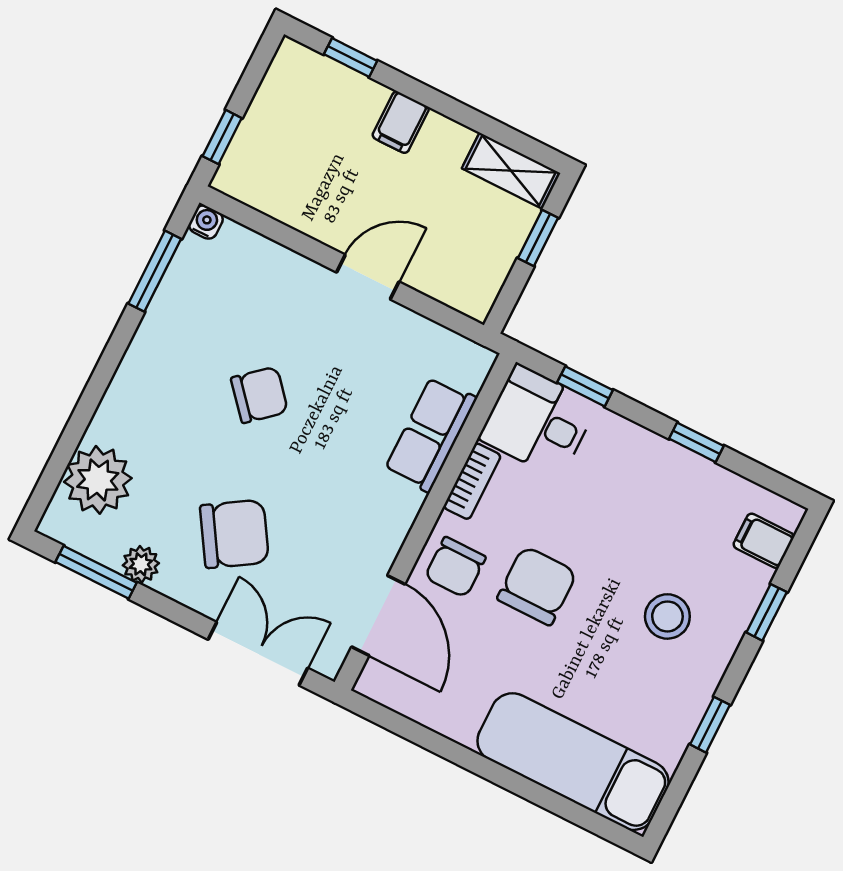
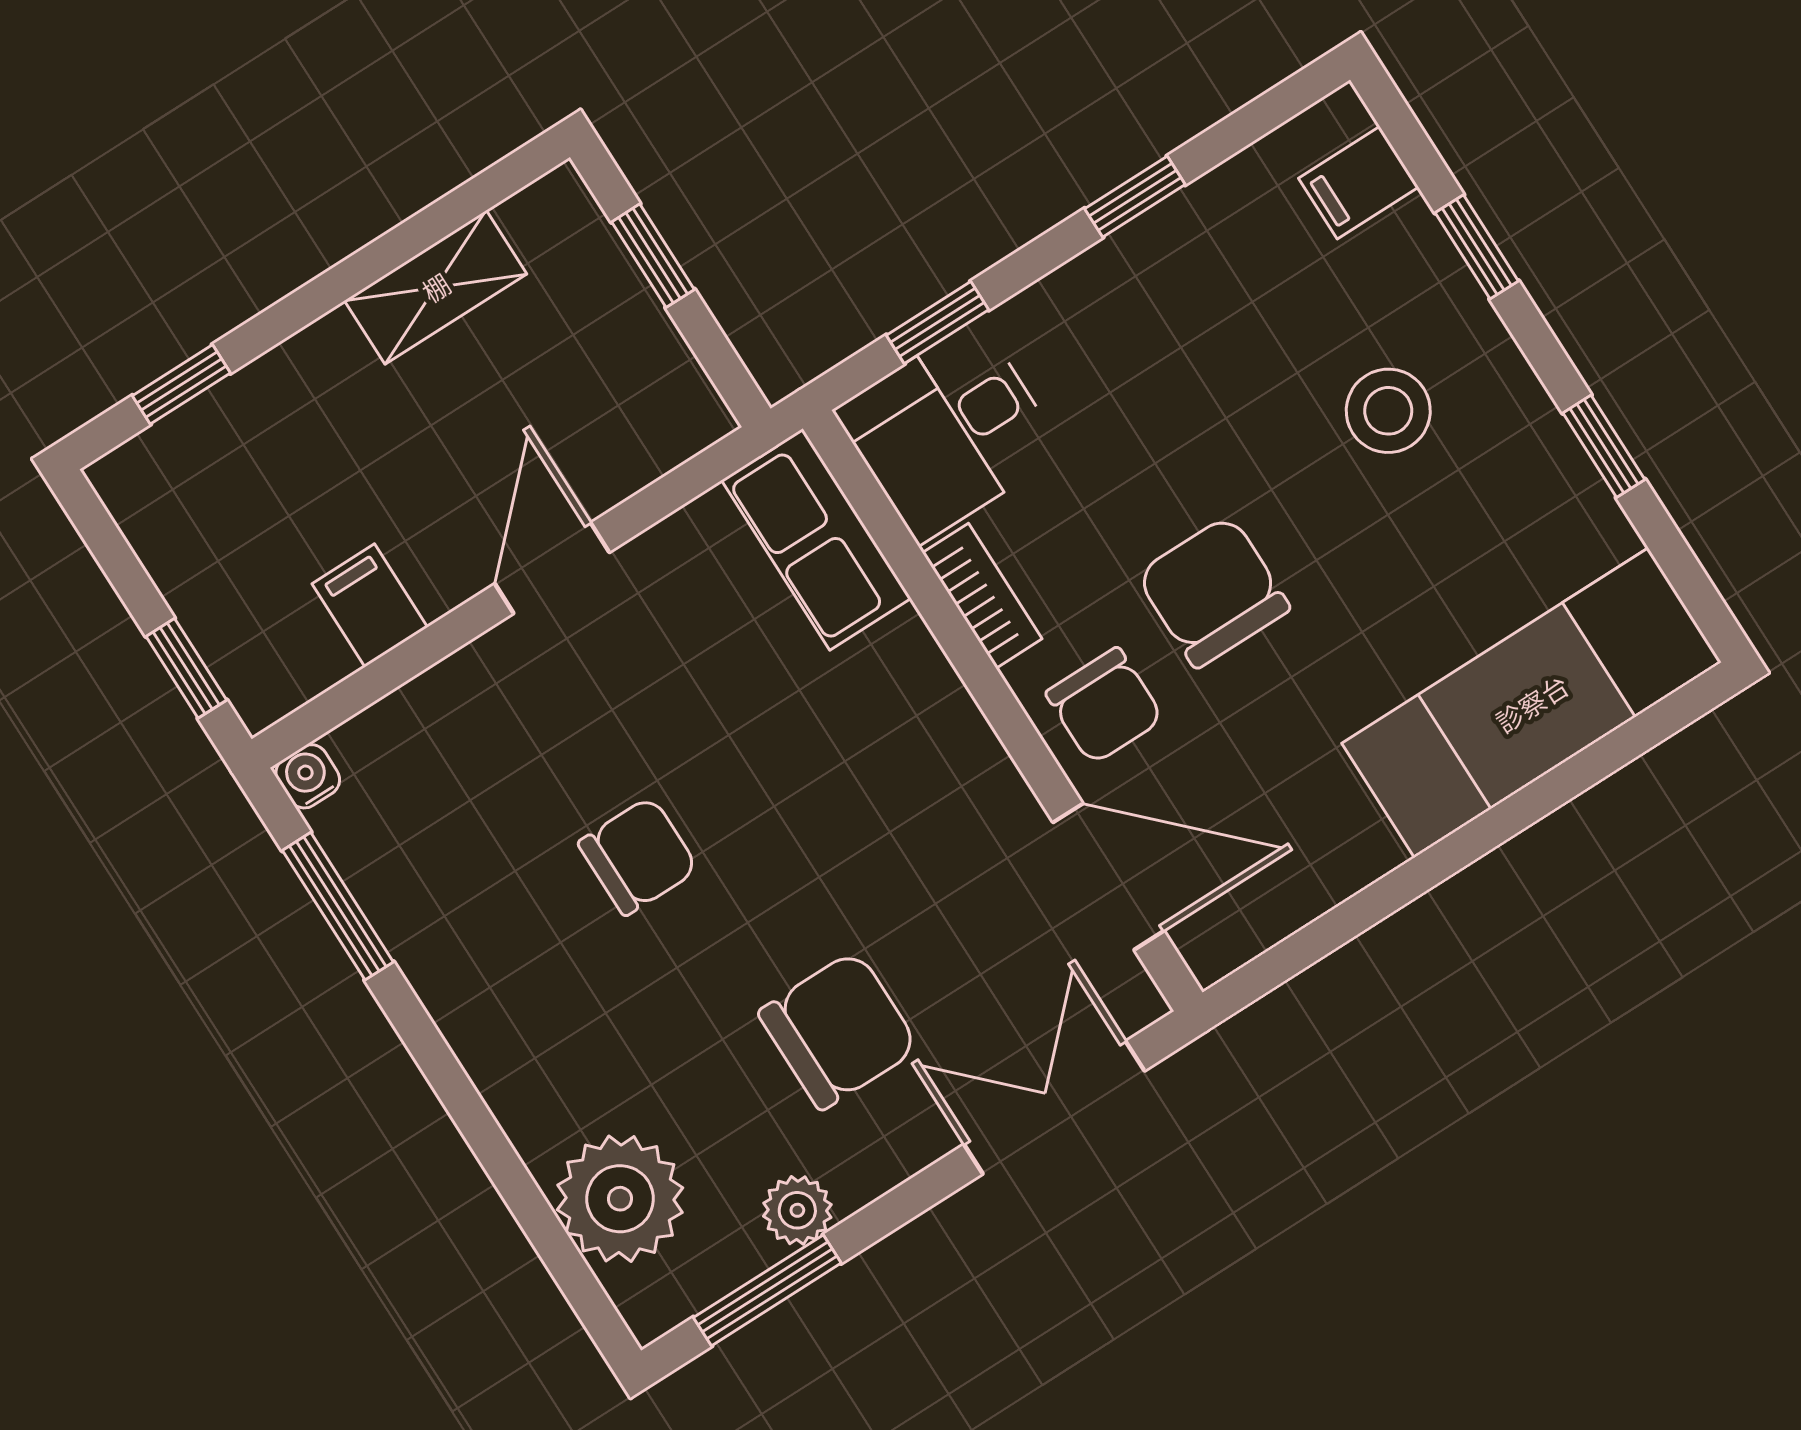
filing cabinet: (401, 122) -> (370, 605), moved, turned 180
shelving: (511, 171) -> (436, 287), moved
chair: (259, 395) -> (638, 856), turned 41
row of seats: (431, 434) -> (816, 539), moved
chair: (234, 534) -> (839, 1030), turned 32

